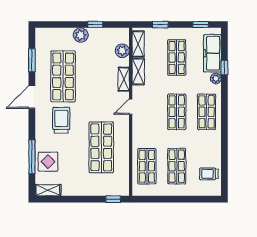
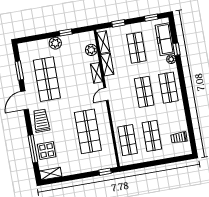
trolley: (61, 120) -> (41, 121), moved

